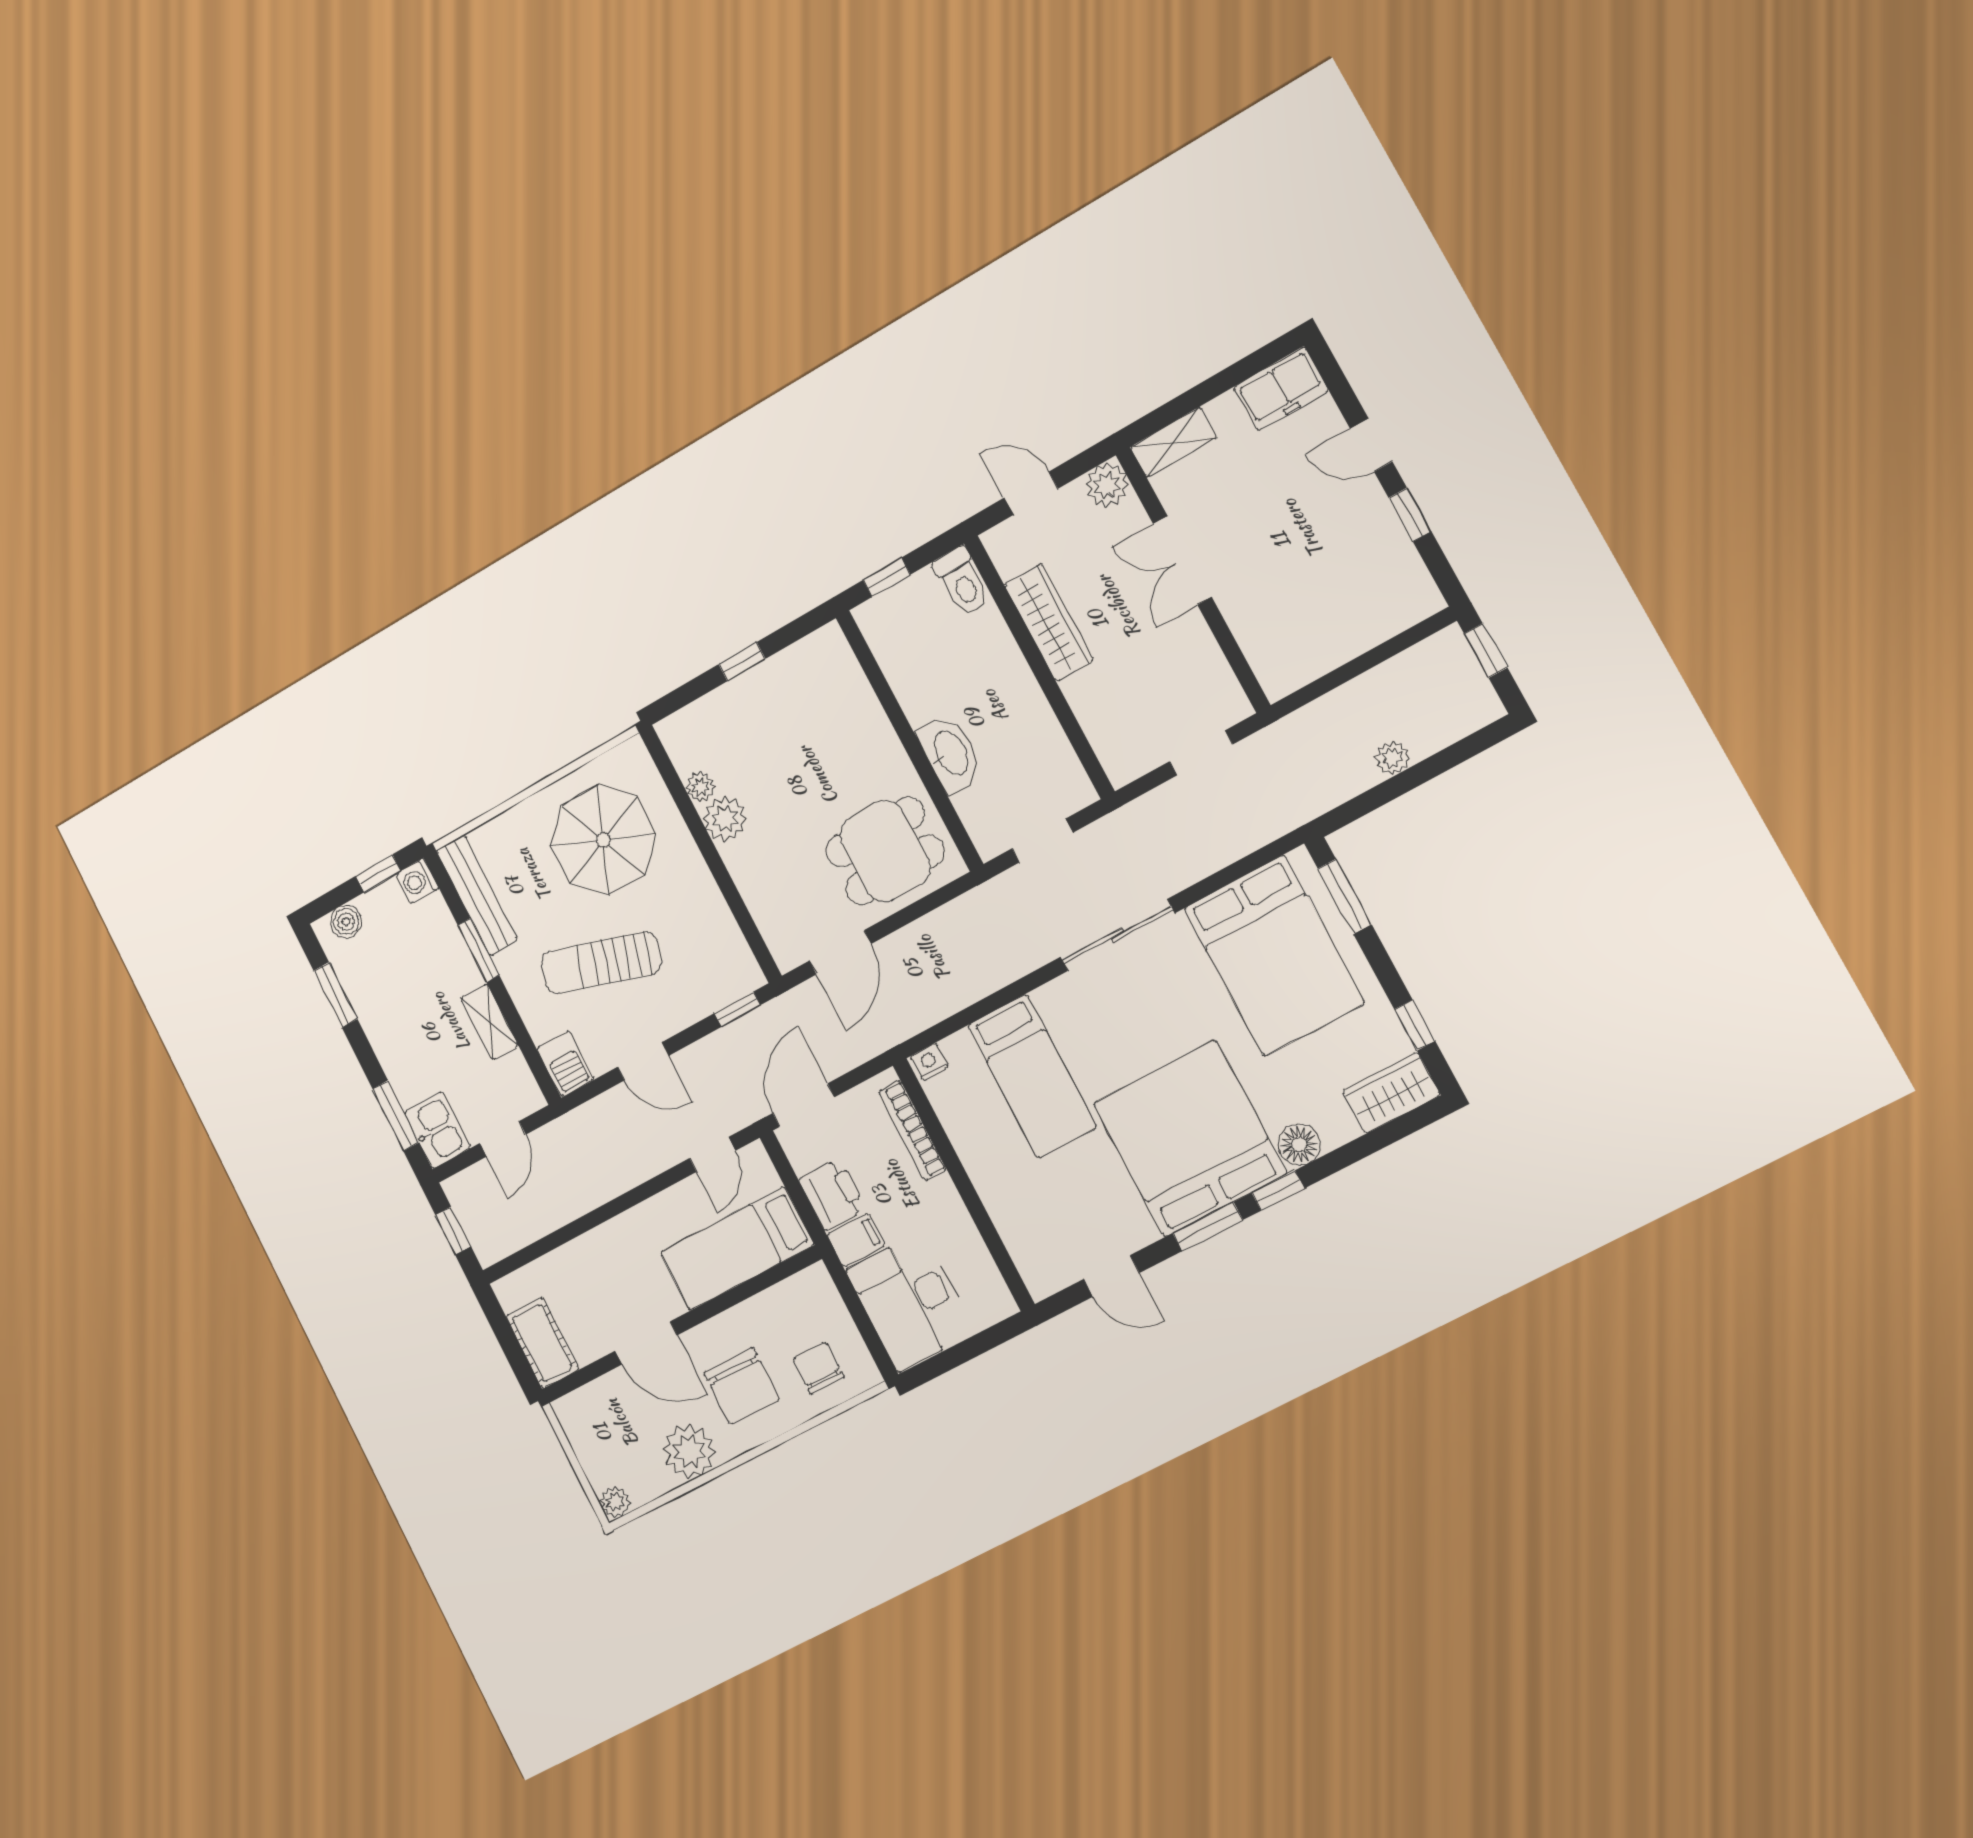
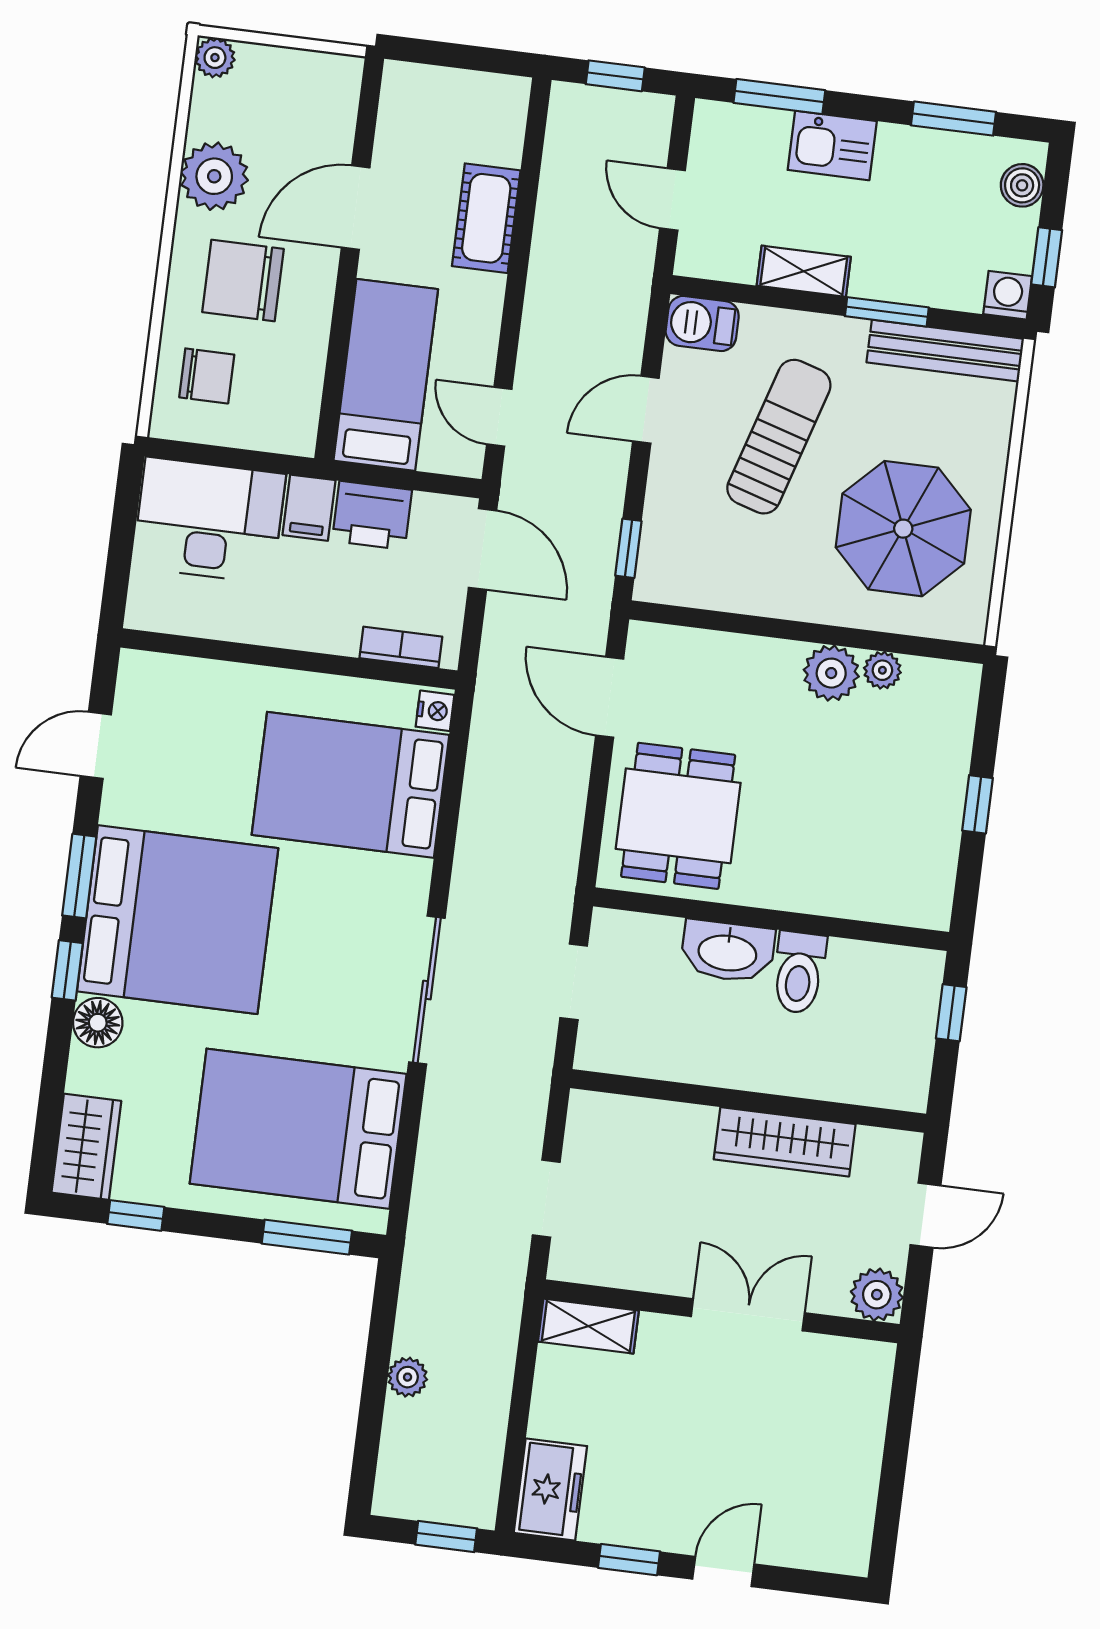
freezer: (1281, 389) -> (550, 1490), moved, turned 180
shelving: (1173, 442) -> (588, 1326), moved, turned 90
toilet: (962, 582) -> (799, 972), moved, turned -90
bed: (1032, 1076) -> (350, 785), width x1.50
kitchen sink: (437, 1130) -> (832, 146), moved
bookcase: (912, 1130) -> (401, 647), width x0.64
cot: (542, 1343) -> (486, 218), moved, turned 90

